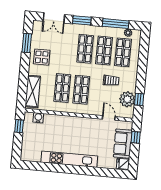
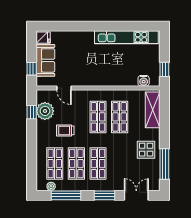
window: (27, 43) -> (164, 164), width x1.44
kitchen unit: (69, 159) -> (126, 37), moved

